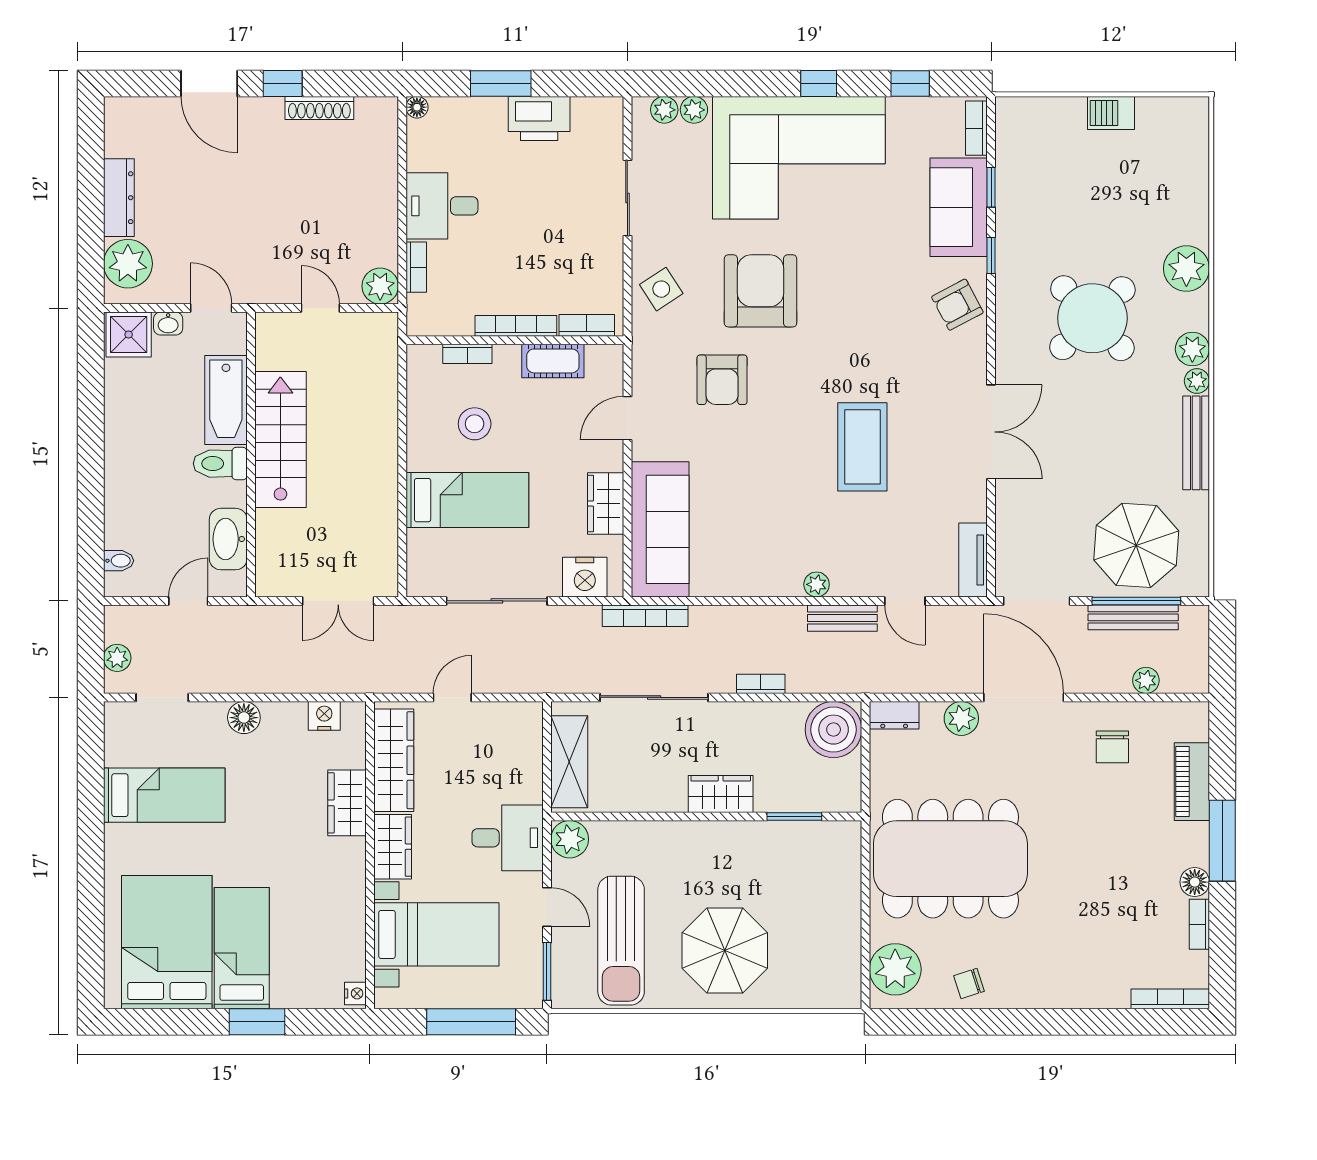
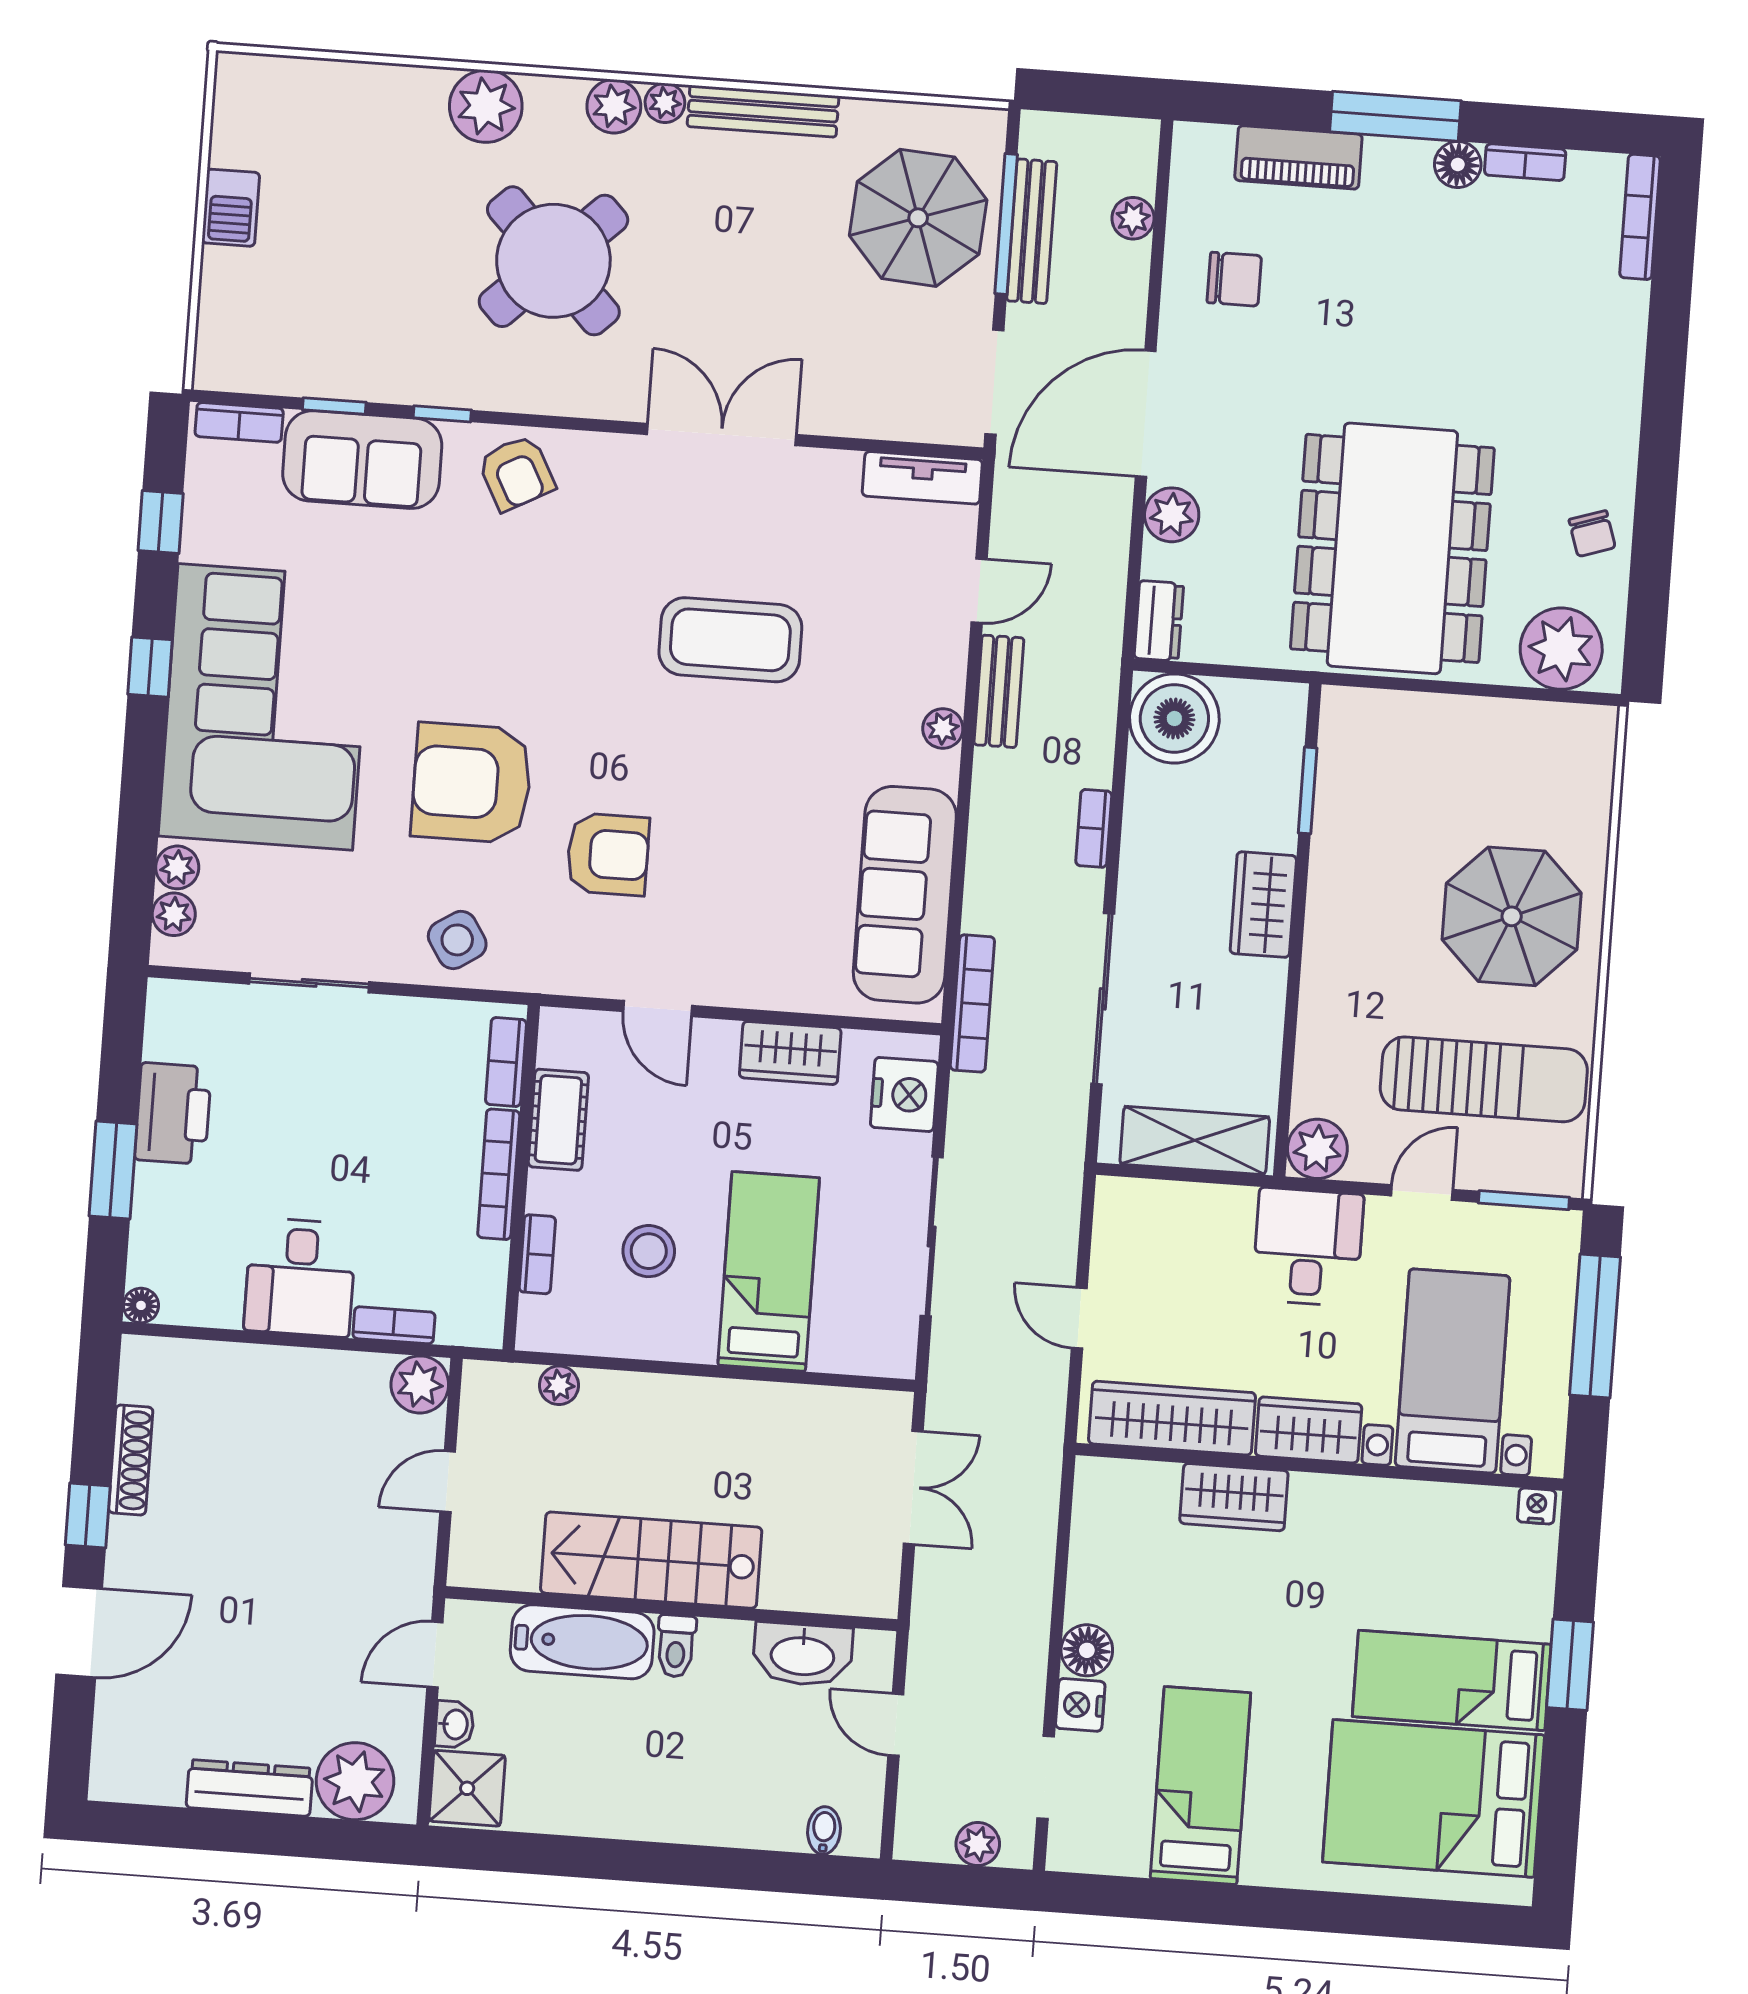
plant: (386, 374) -> (559, 1385), added
toilet: (220, 464) -> (676, 1646), width x0.73, depth x0.72
sofa: (660, 529) -> (905, 895), moved, turned -90
nightstand: (324, 716) -> (1080, 1705), moved

